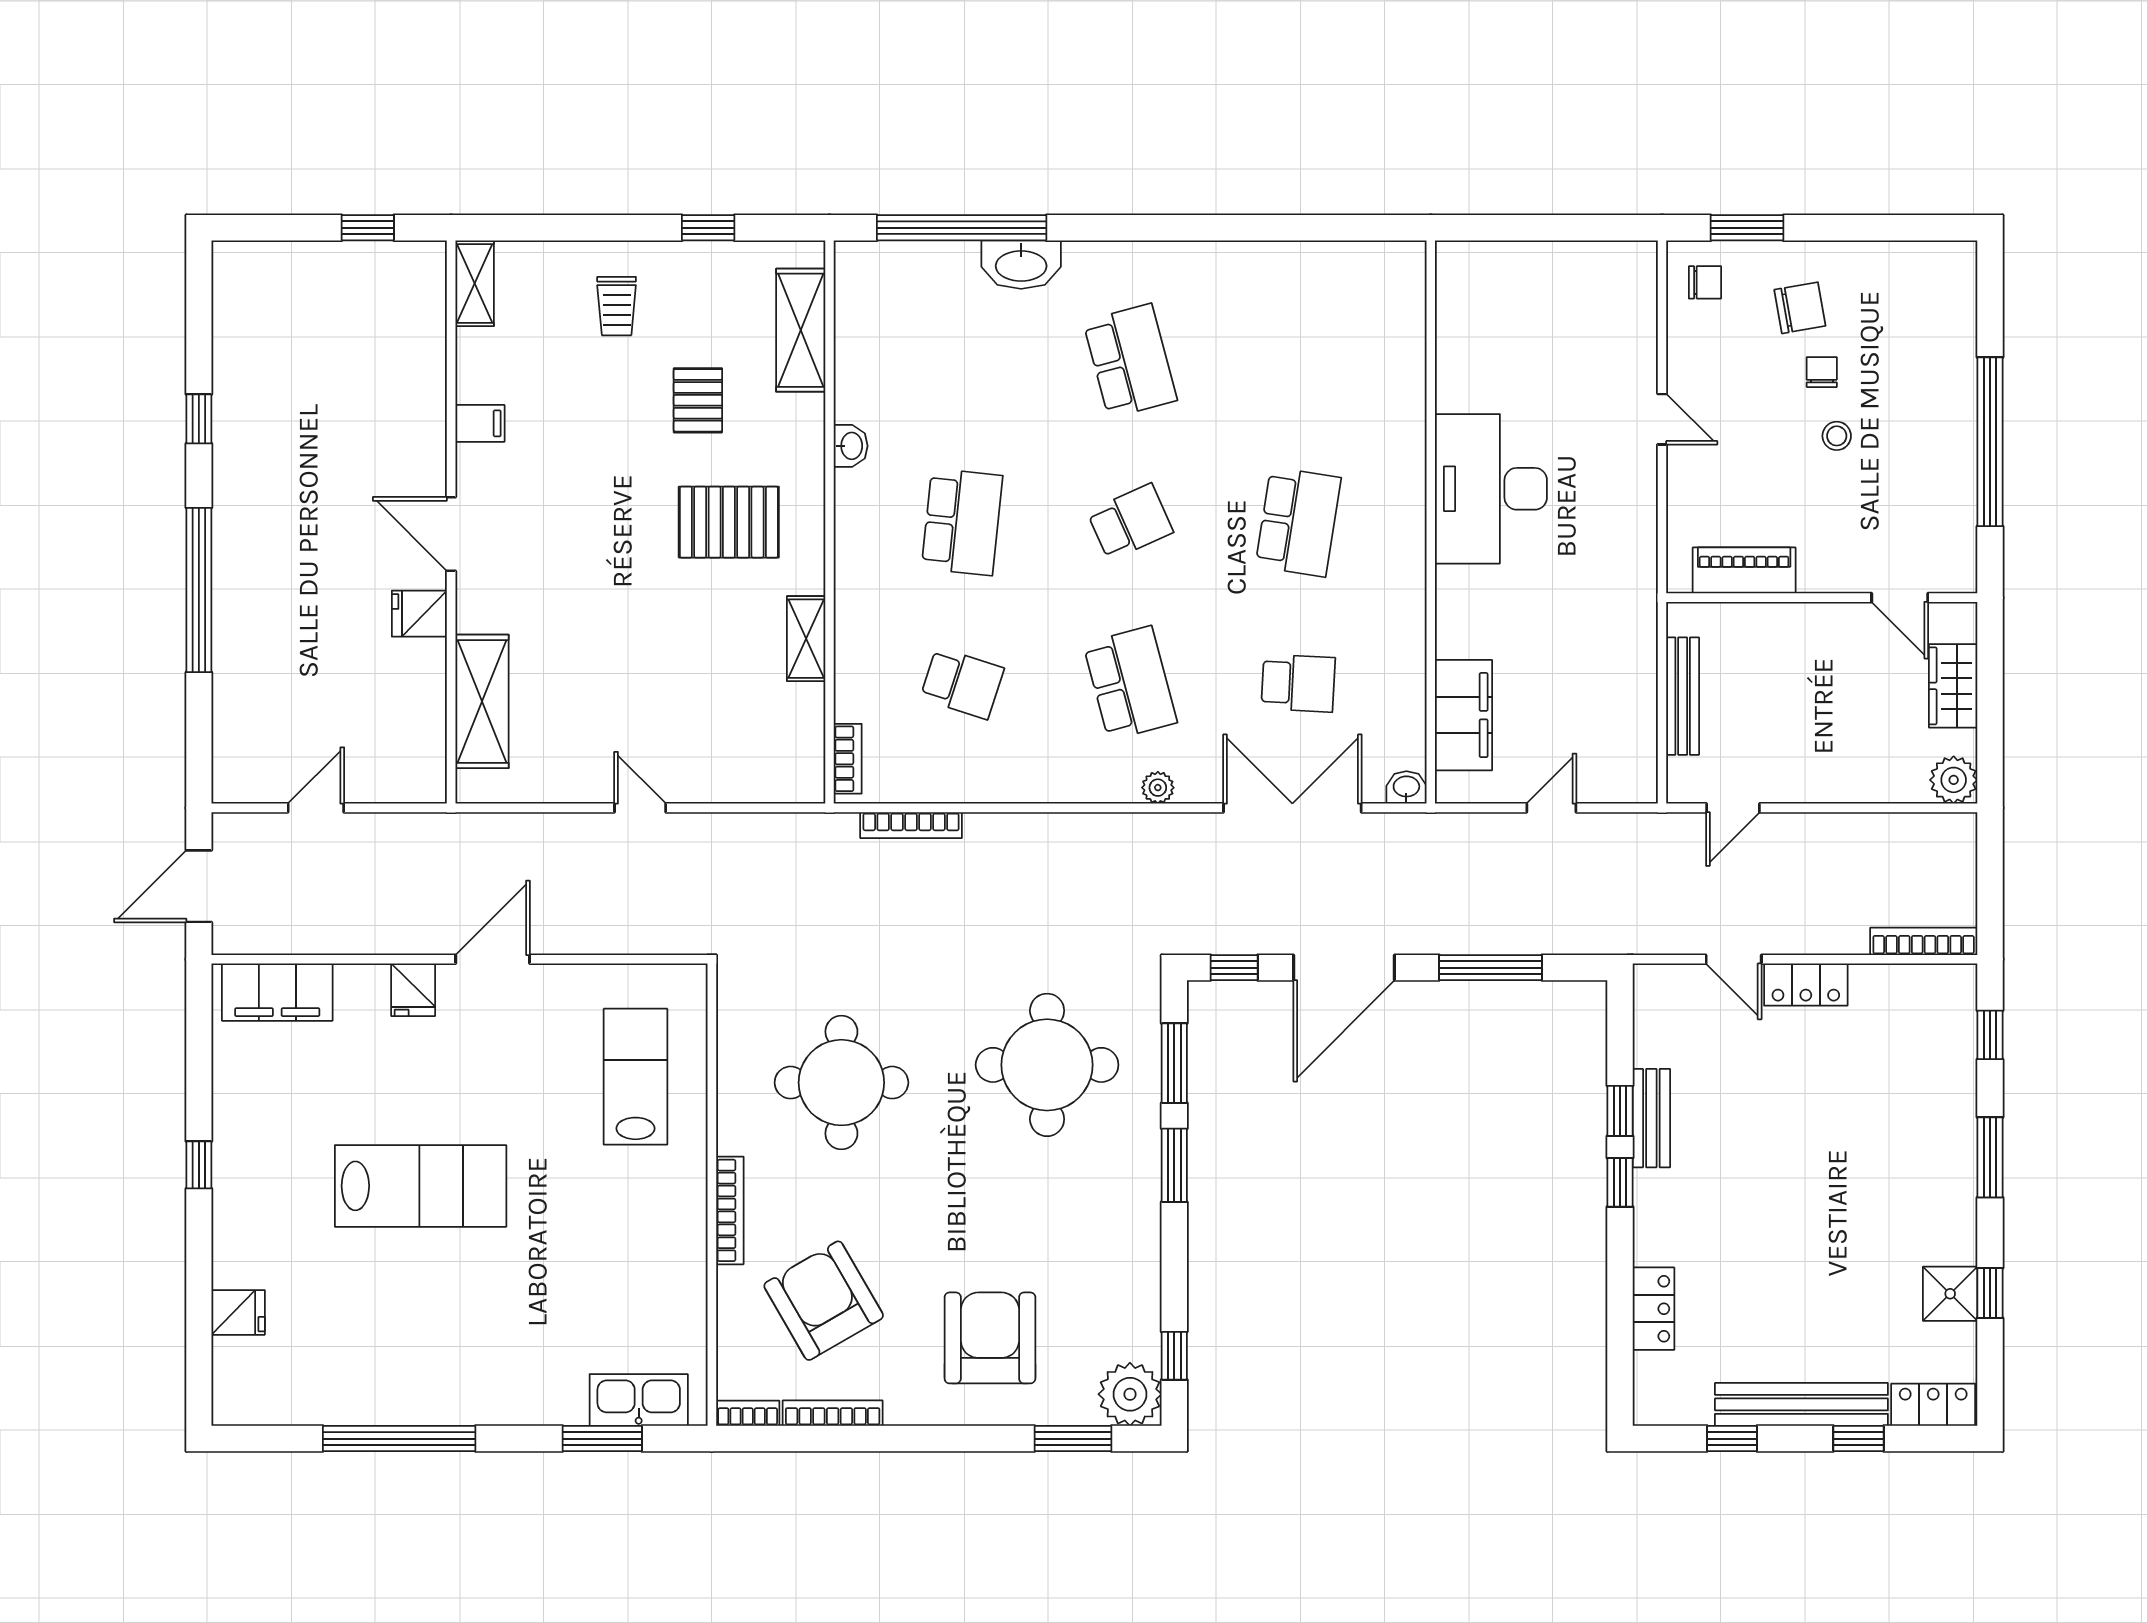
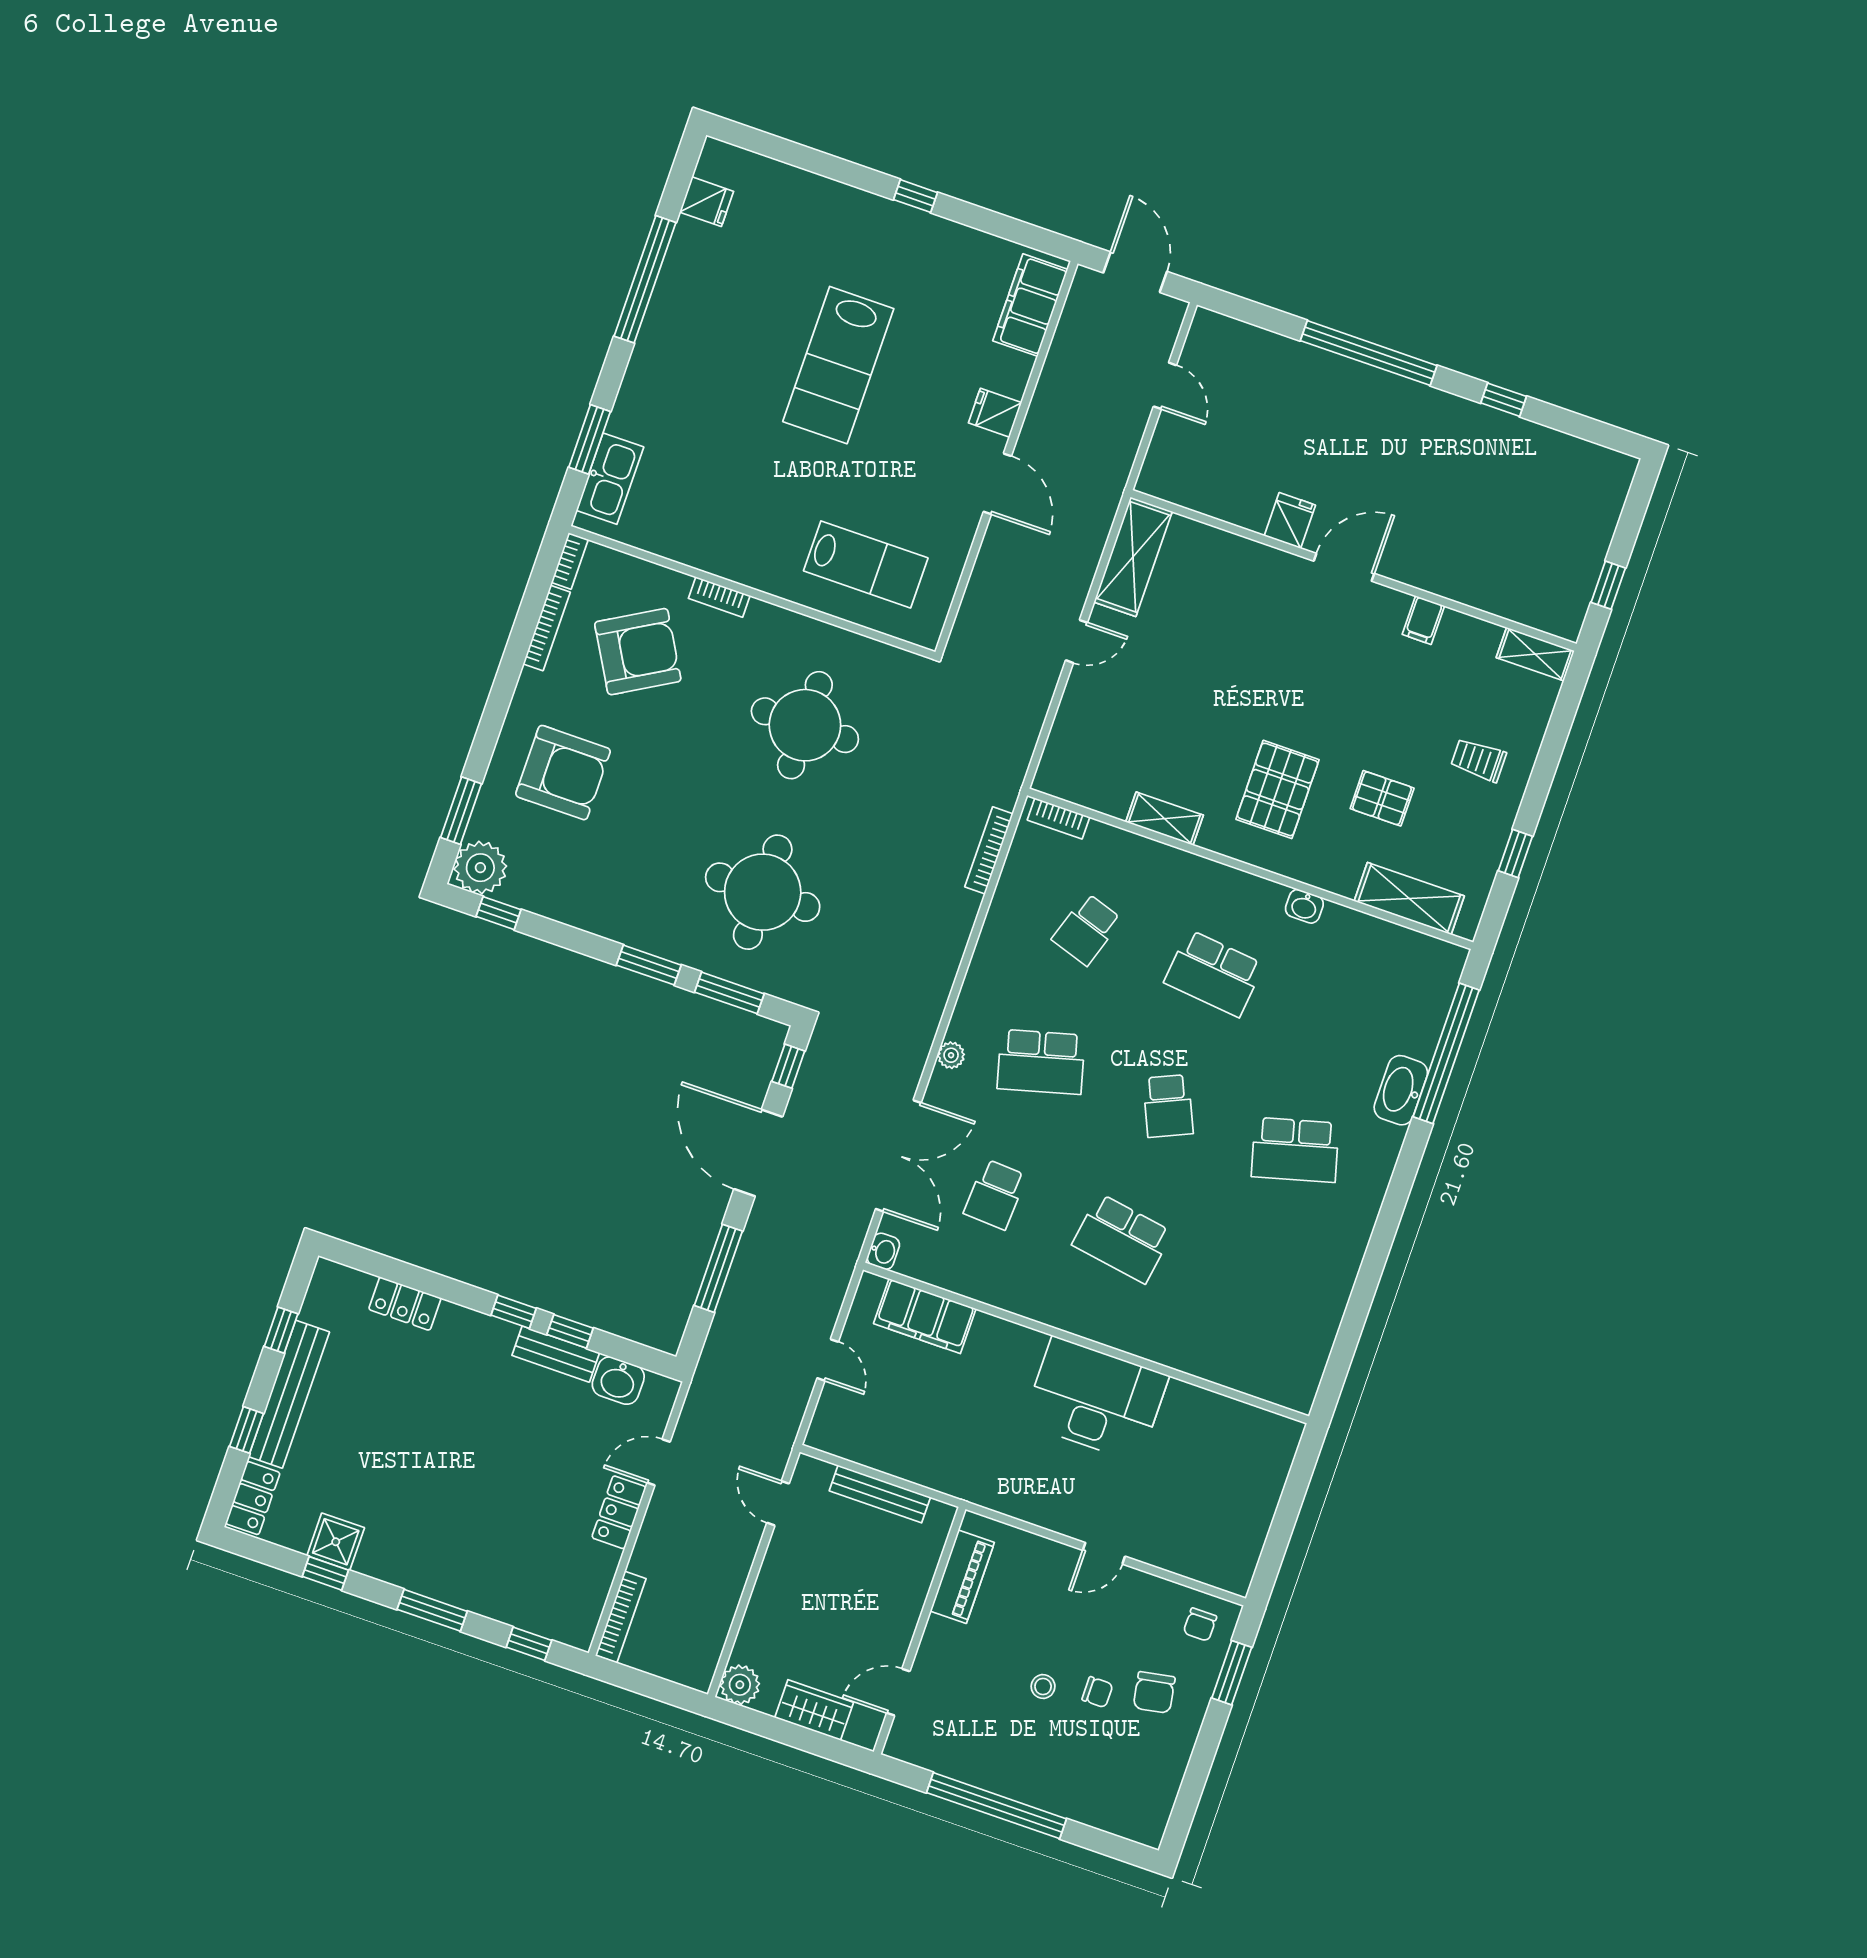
shelving: (482, 701) -> (1133, 557), moved, turned 90
washbasin: (1657, 1037) -> (618, 1381), added
bookcase: (730, 1210) -> (719, 597), width x0.64
fridge: (238, 1312) -> (707, 202), moved, turned -90

